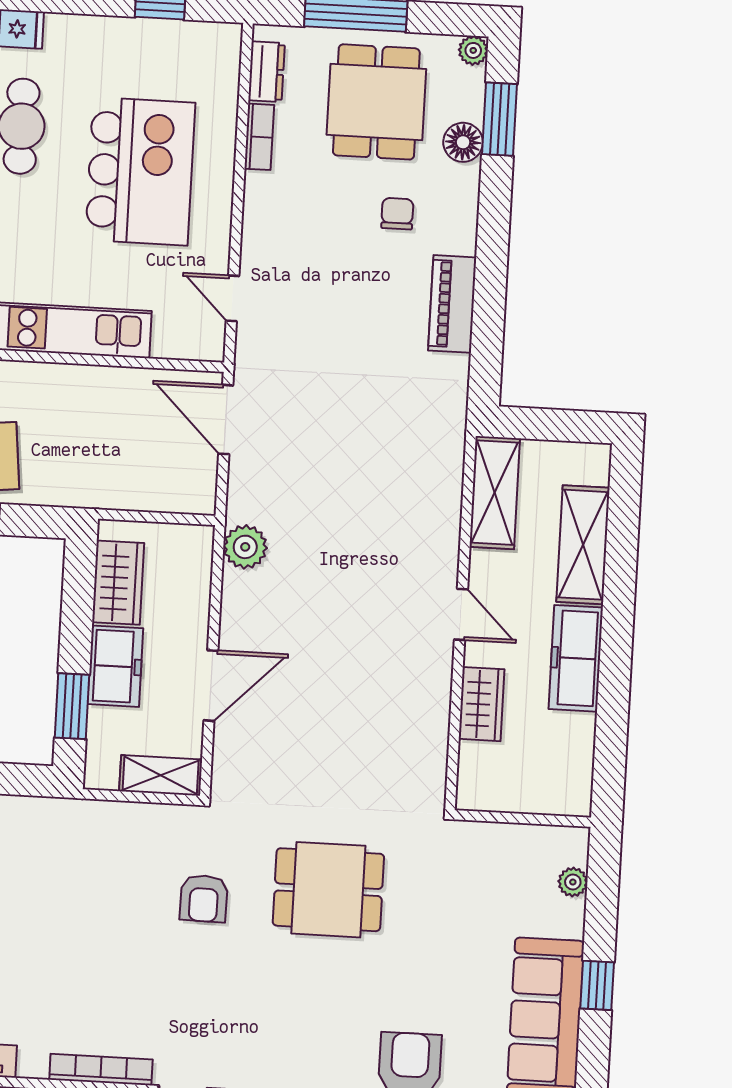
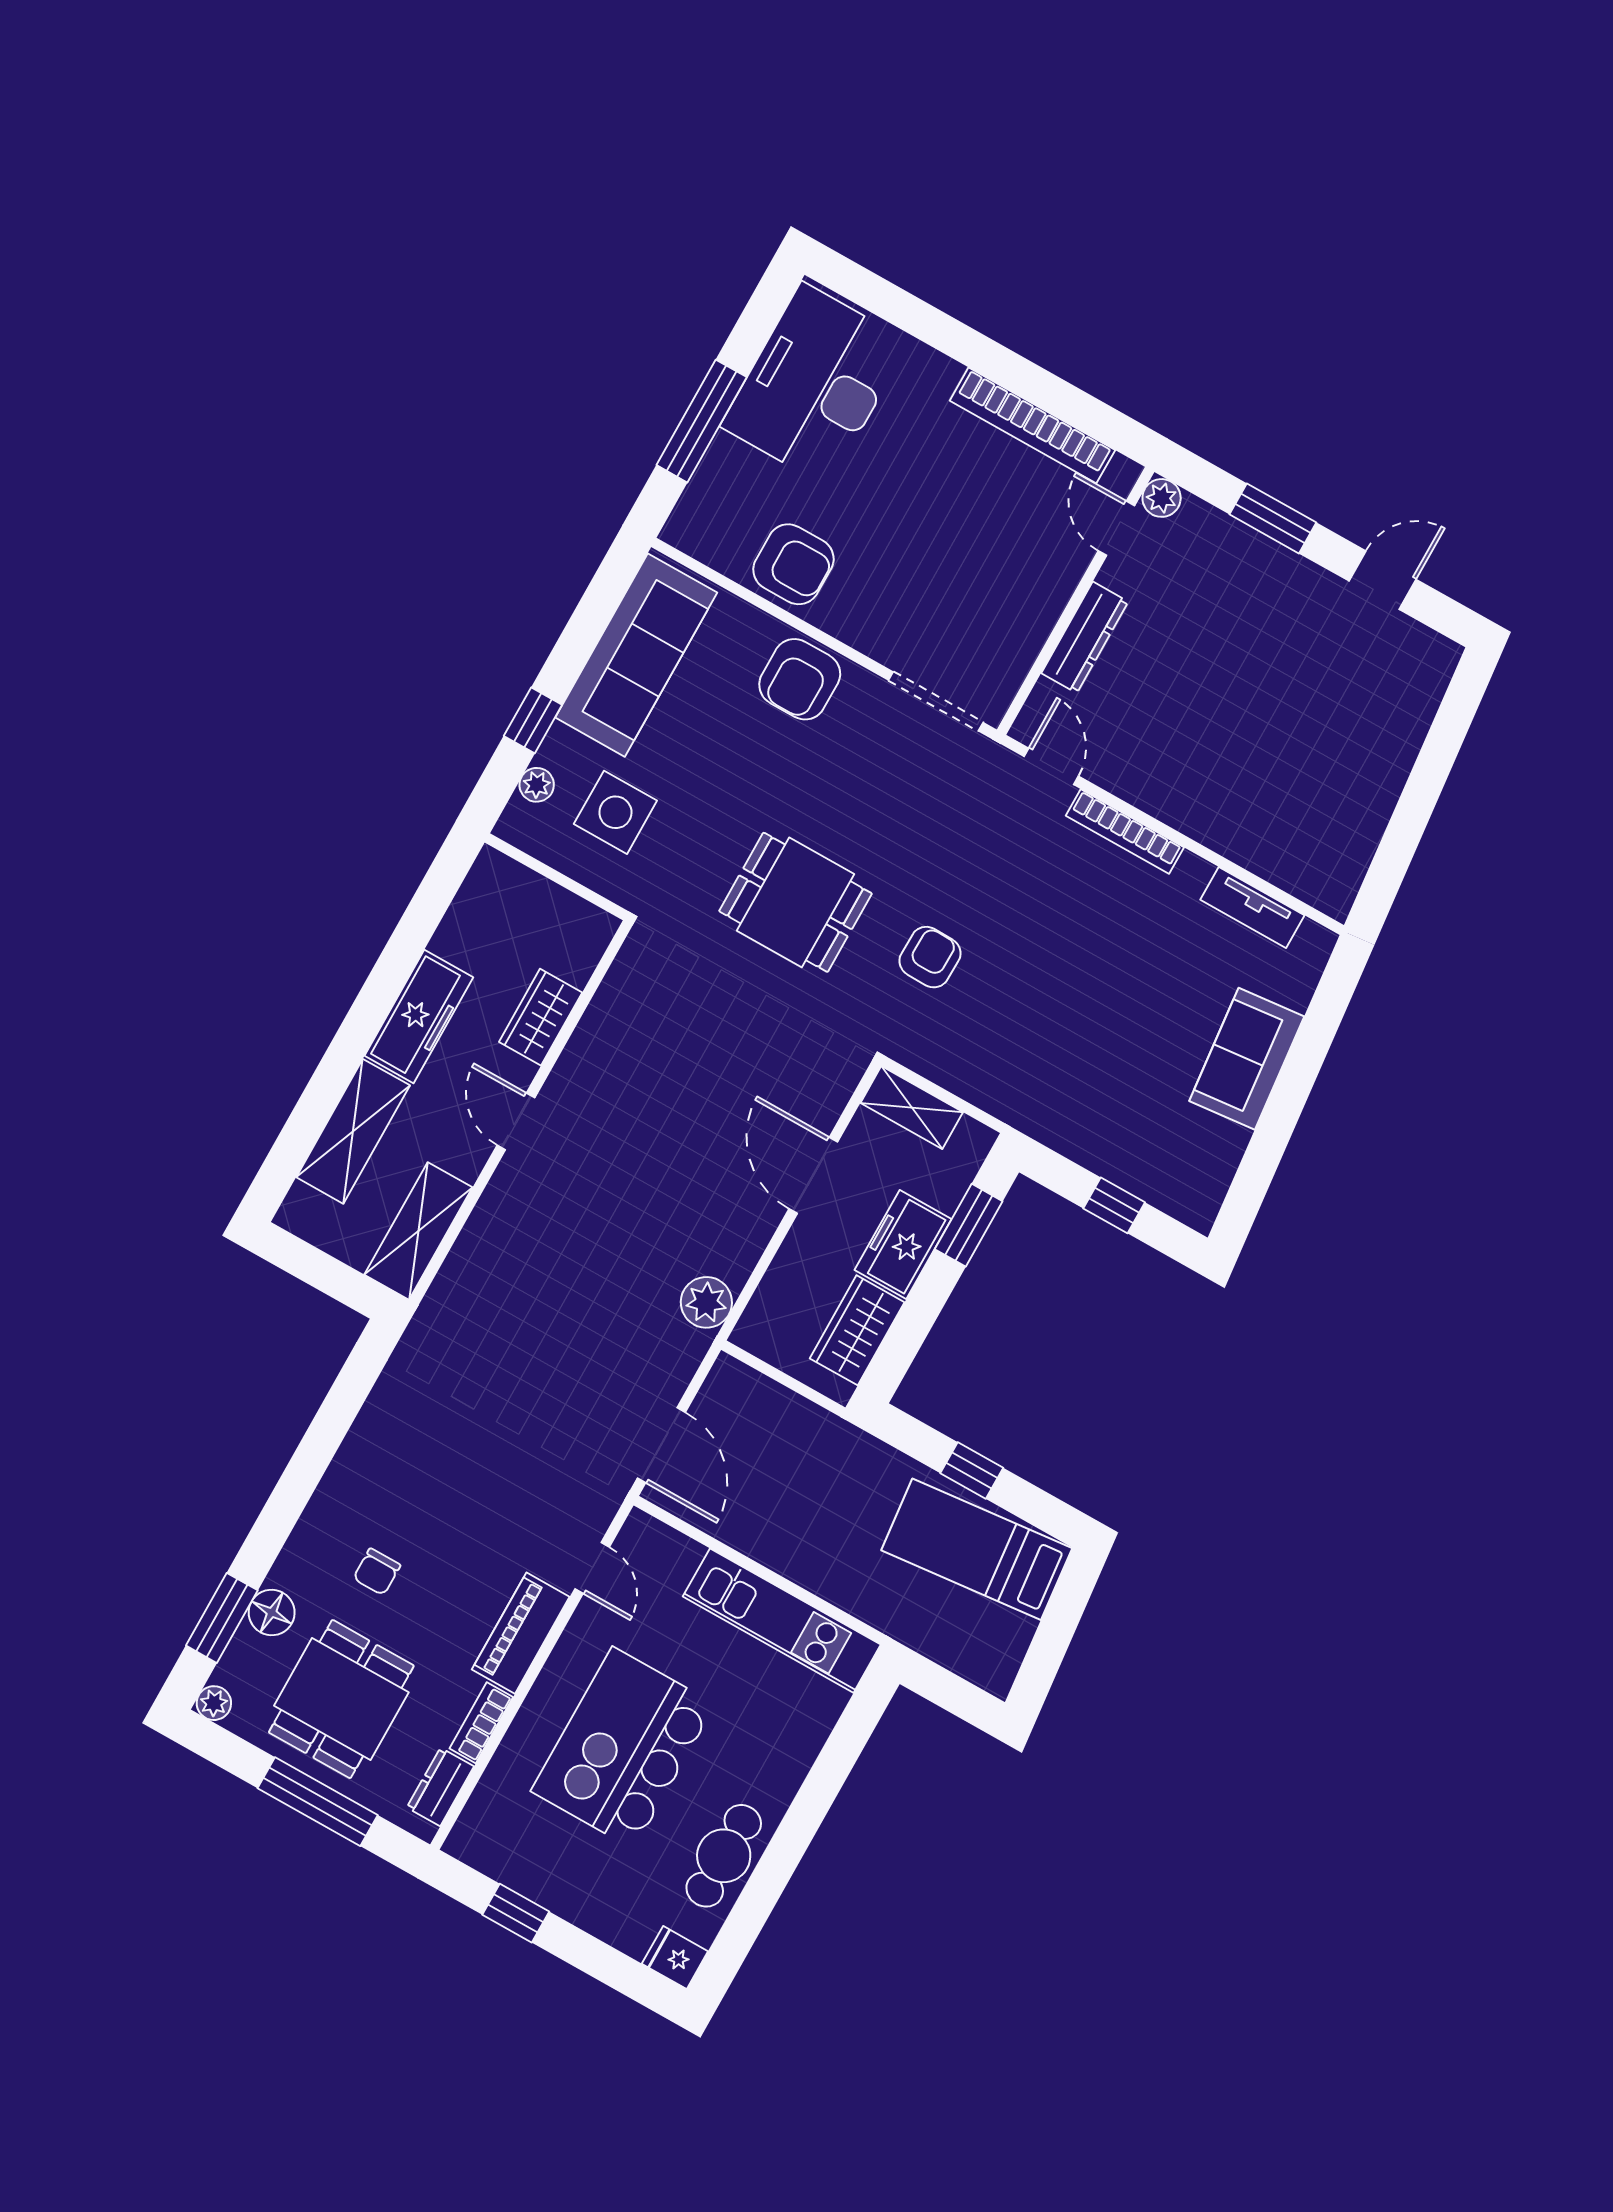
piano: (452, 304) -> (521, 1633), moved, turned 180
door: (211, 686) -> (813, 1175), hinge flipped
side table: (502, 891) -> (615, 812), added
window: (597, 985) -> (533, 720), moved

